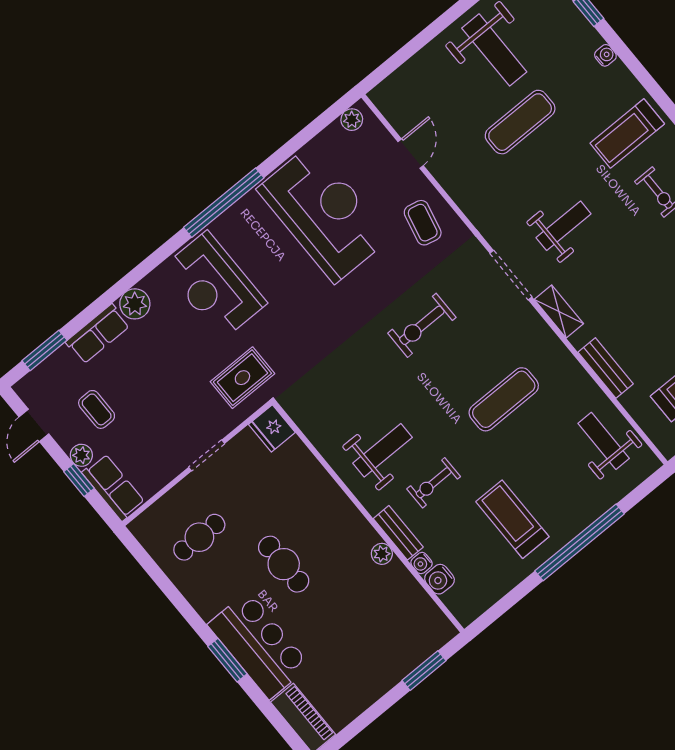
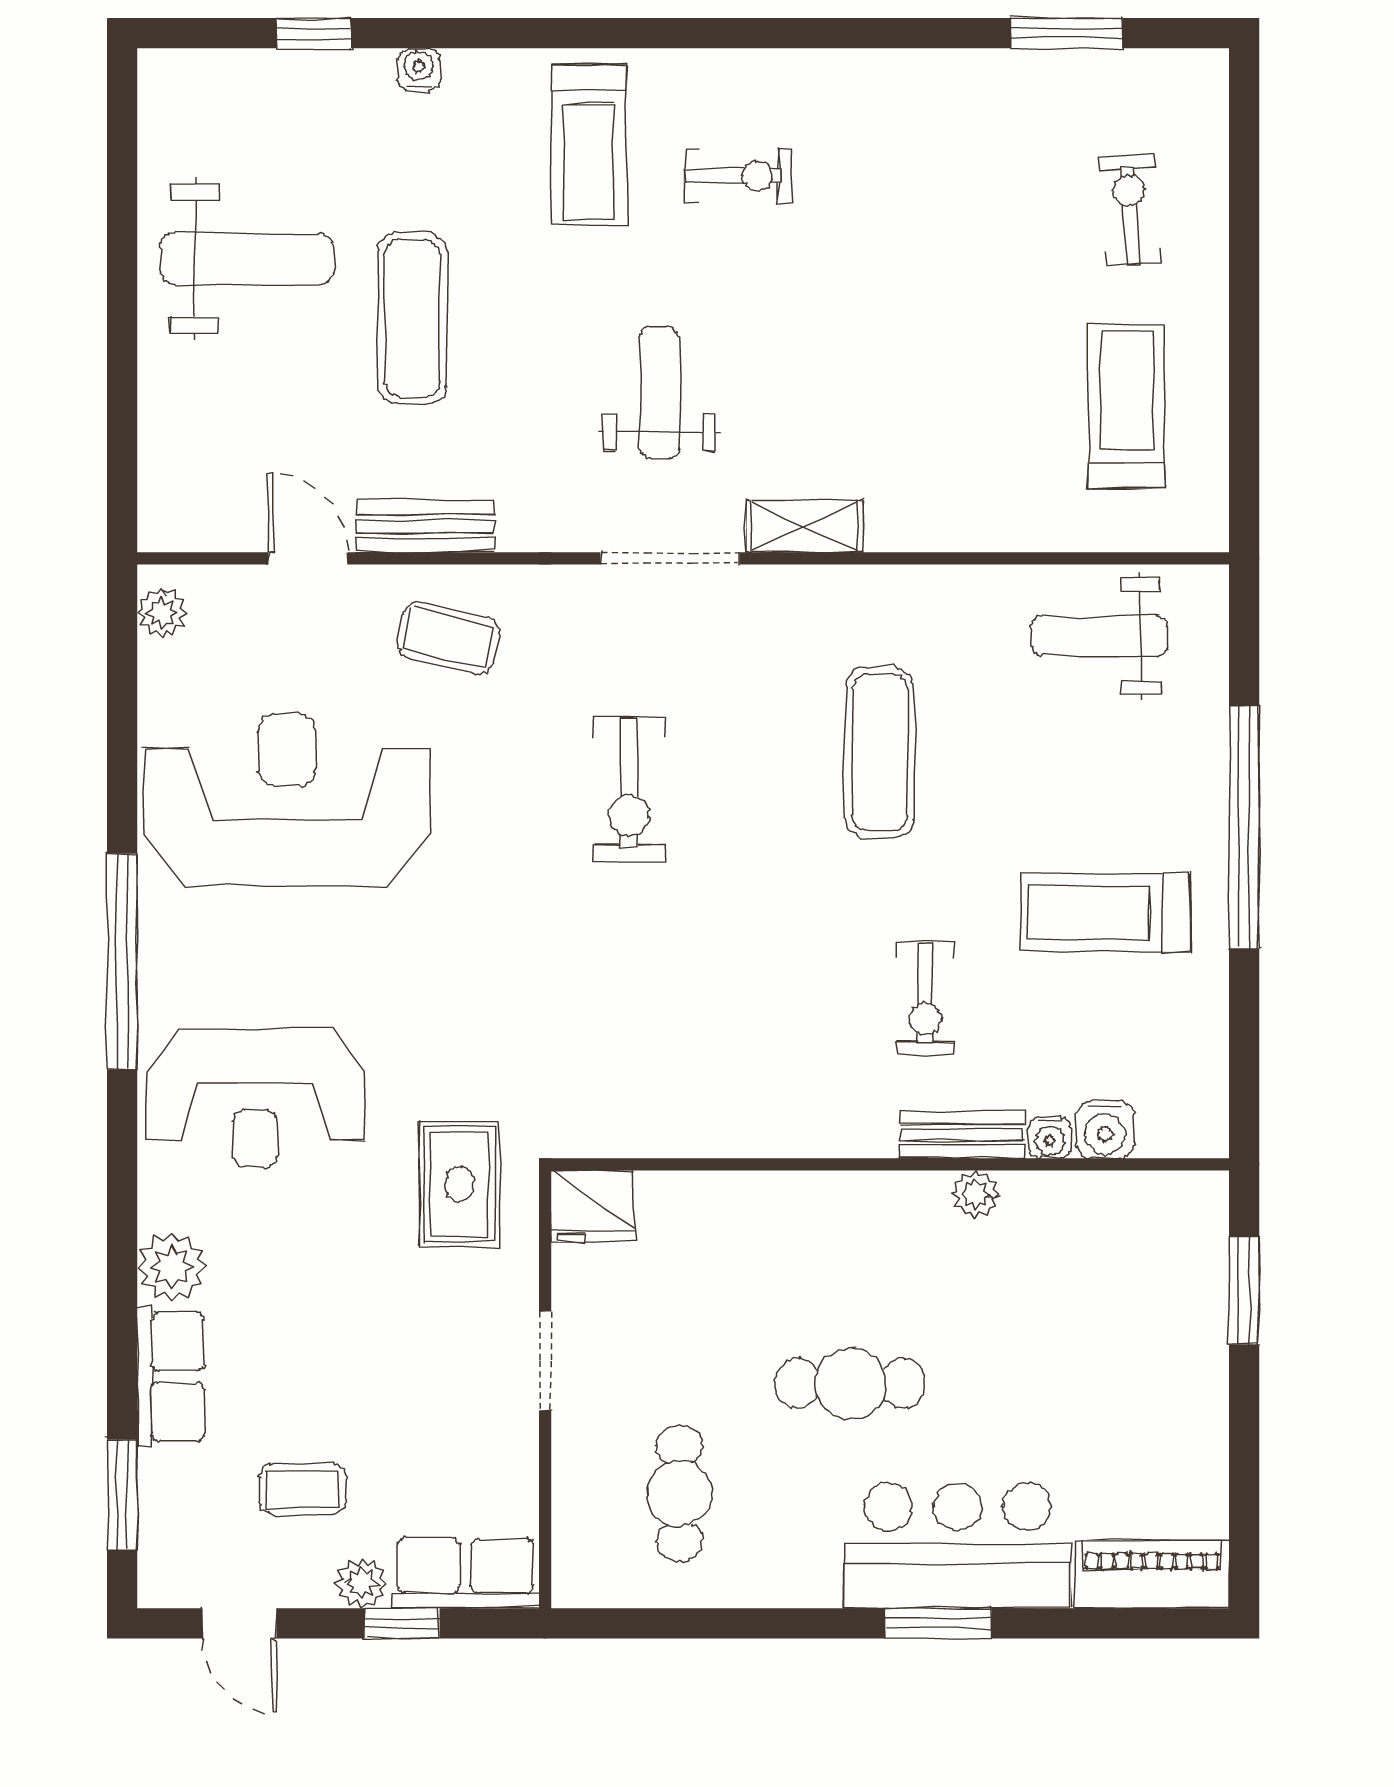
bench: (606, 368) -> (425, 526), moved
weight bench: (383, 450) -> (793, 1042), removed

